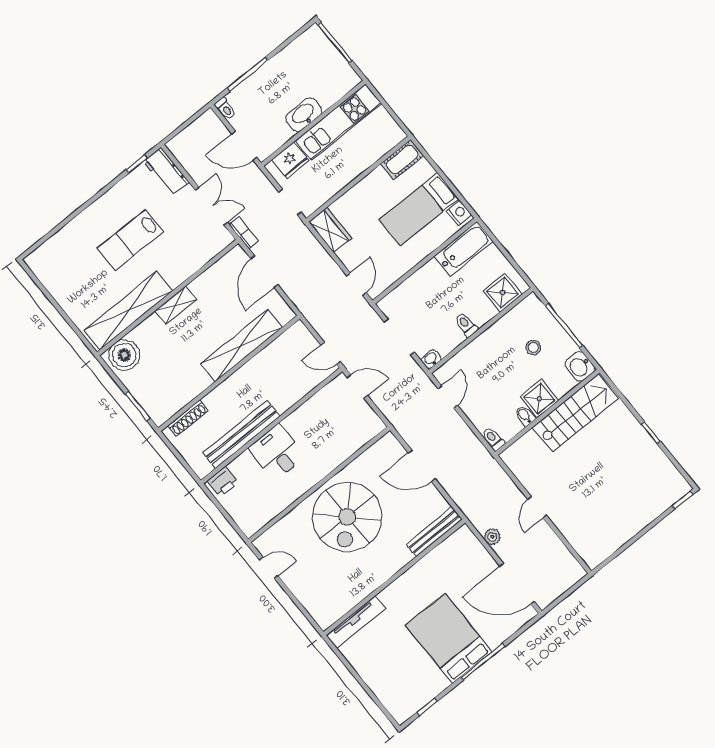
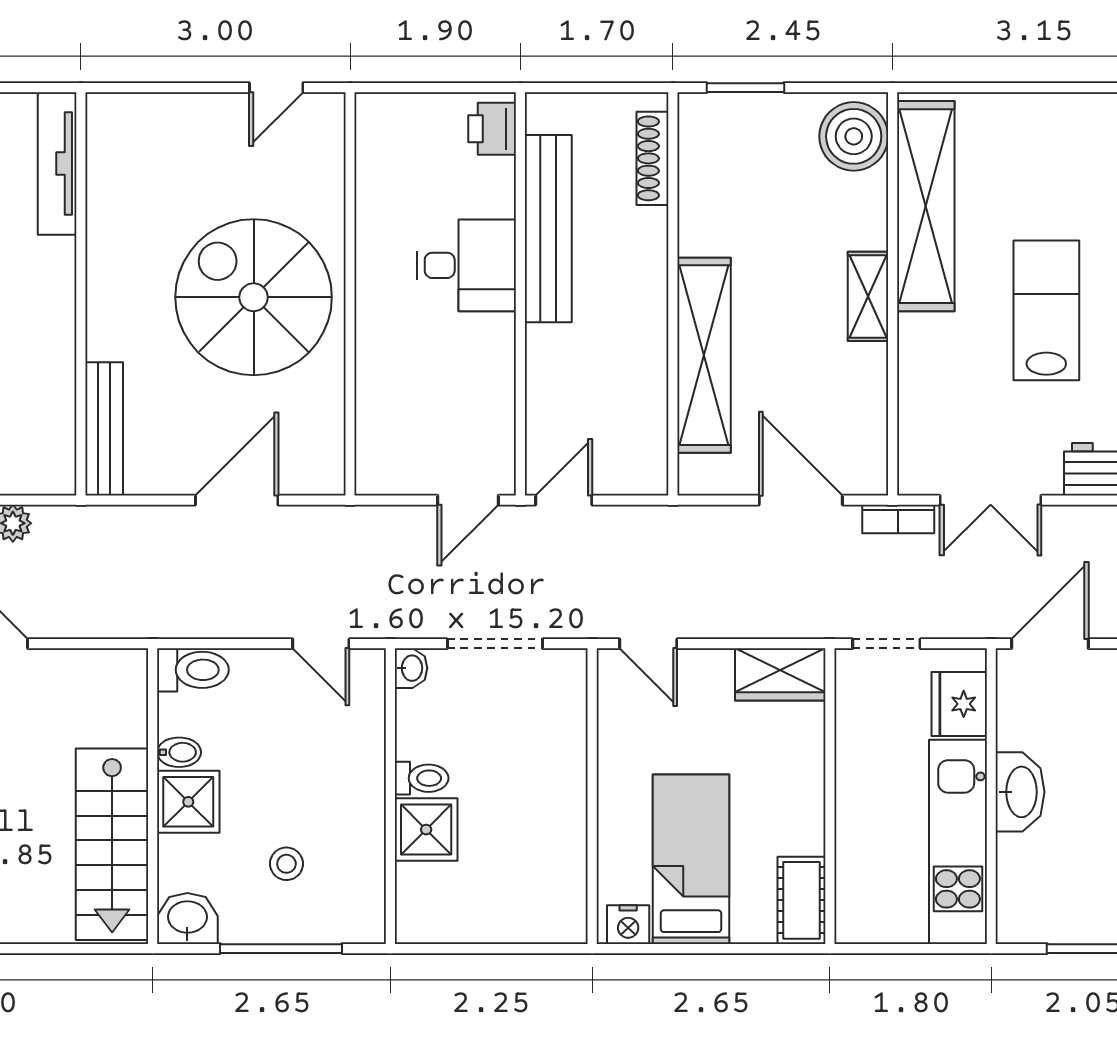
bathtub: (464, 249) -> (558, 882), removed
shower: (503, 293) -> (426, 830), moved
toilet: (493, 439) -> (193, 670), width x1.37, depth x1.39

